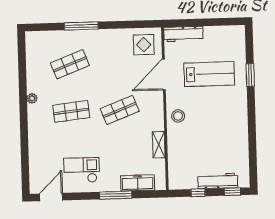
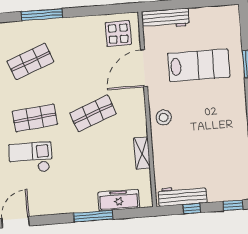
checkout: (82, 170) -> (31, 158), moved
workbench: (218, 181) -> (182, 196), moved

